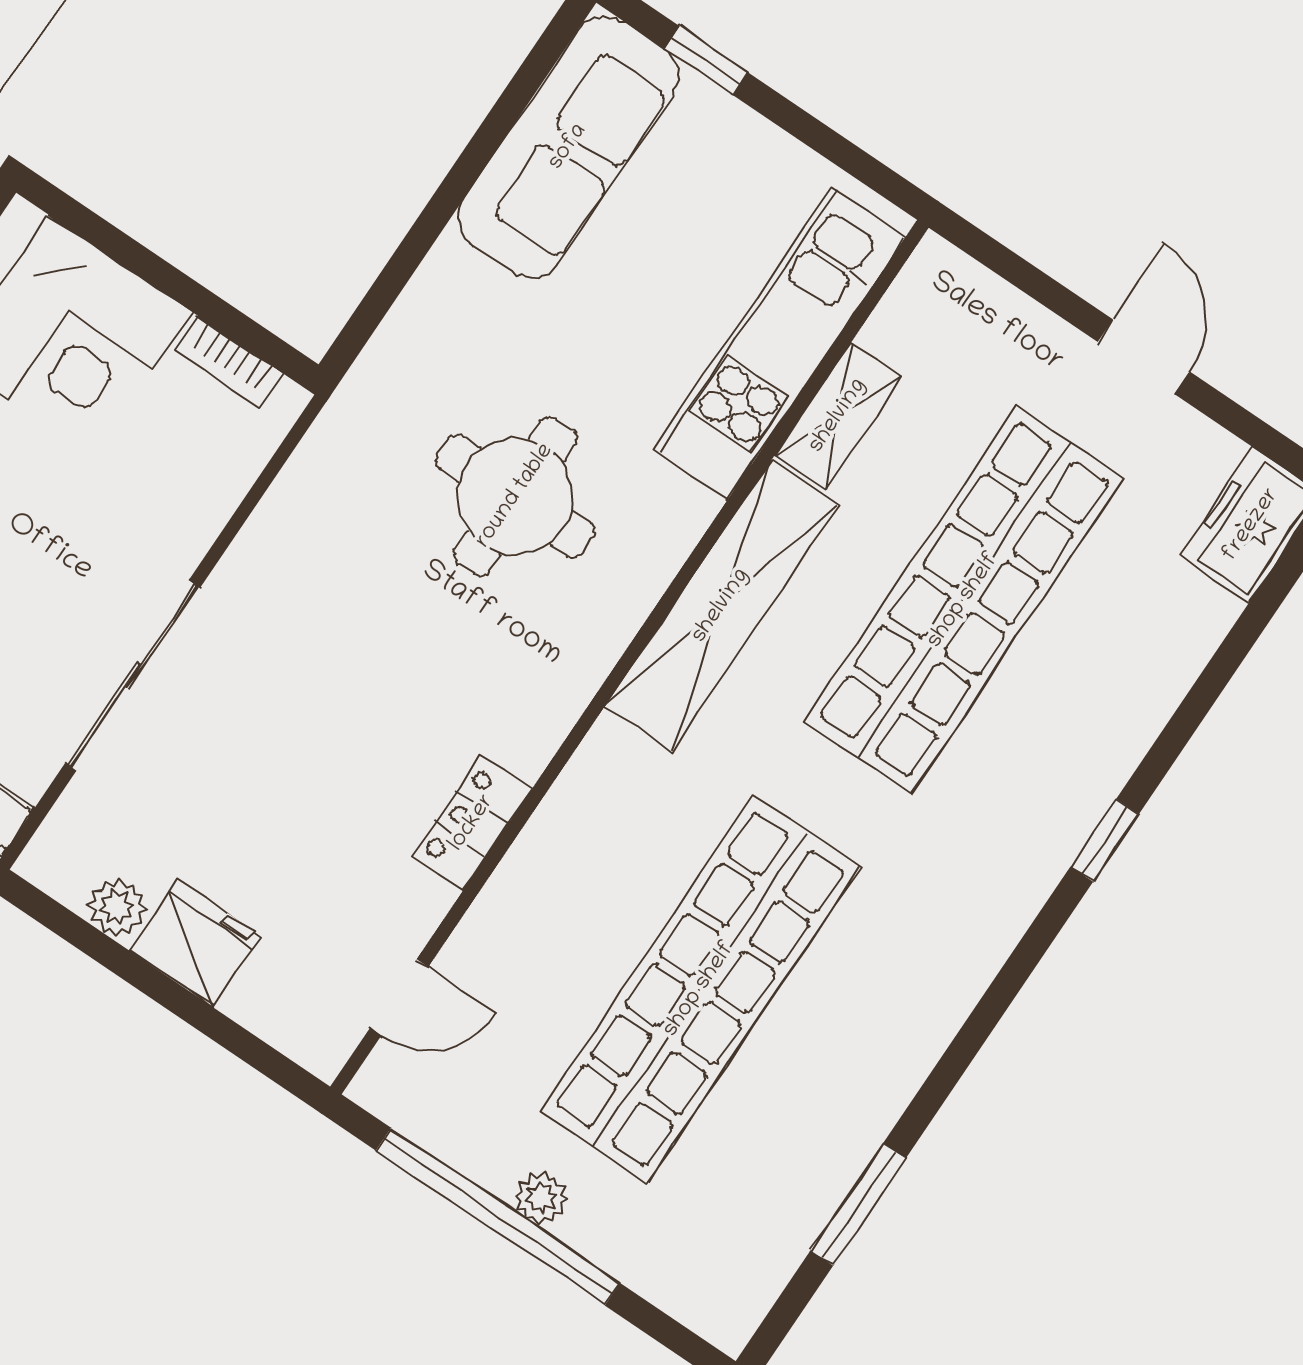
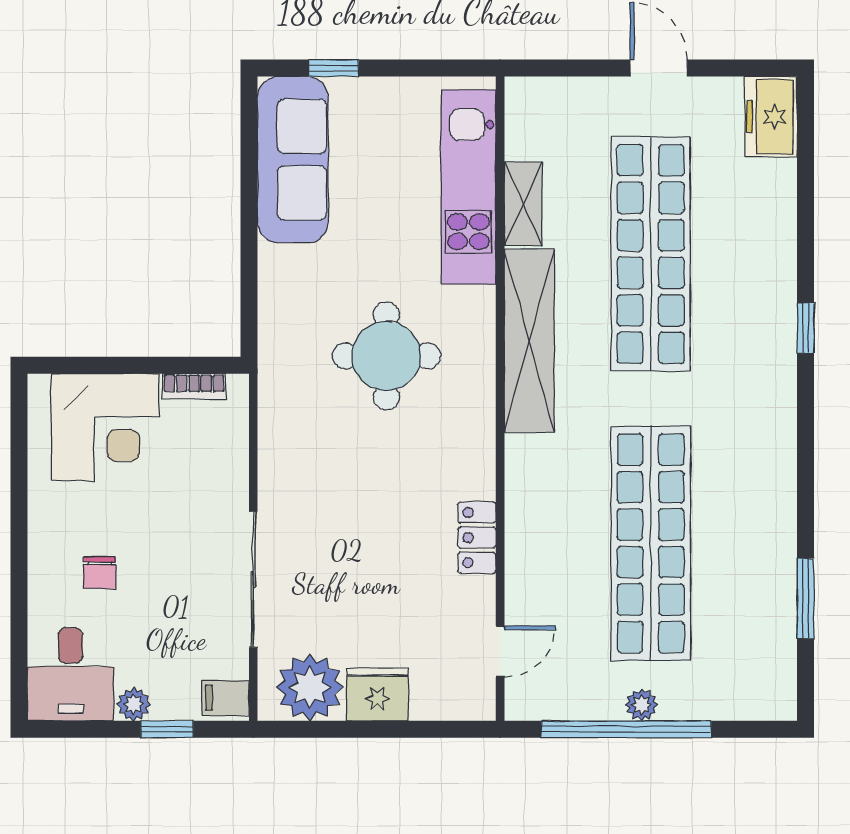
plant: (117, 907) -> (310, 687), width x1.88, depth x1.88

